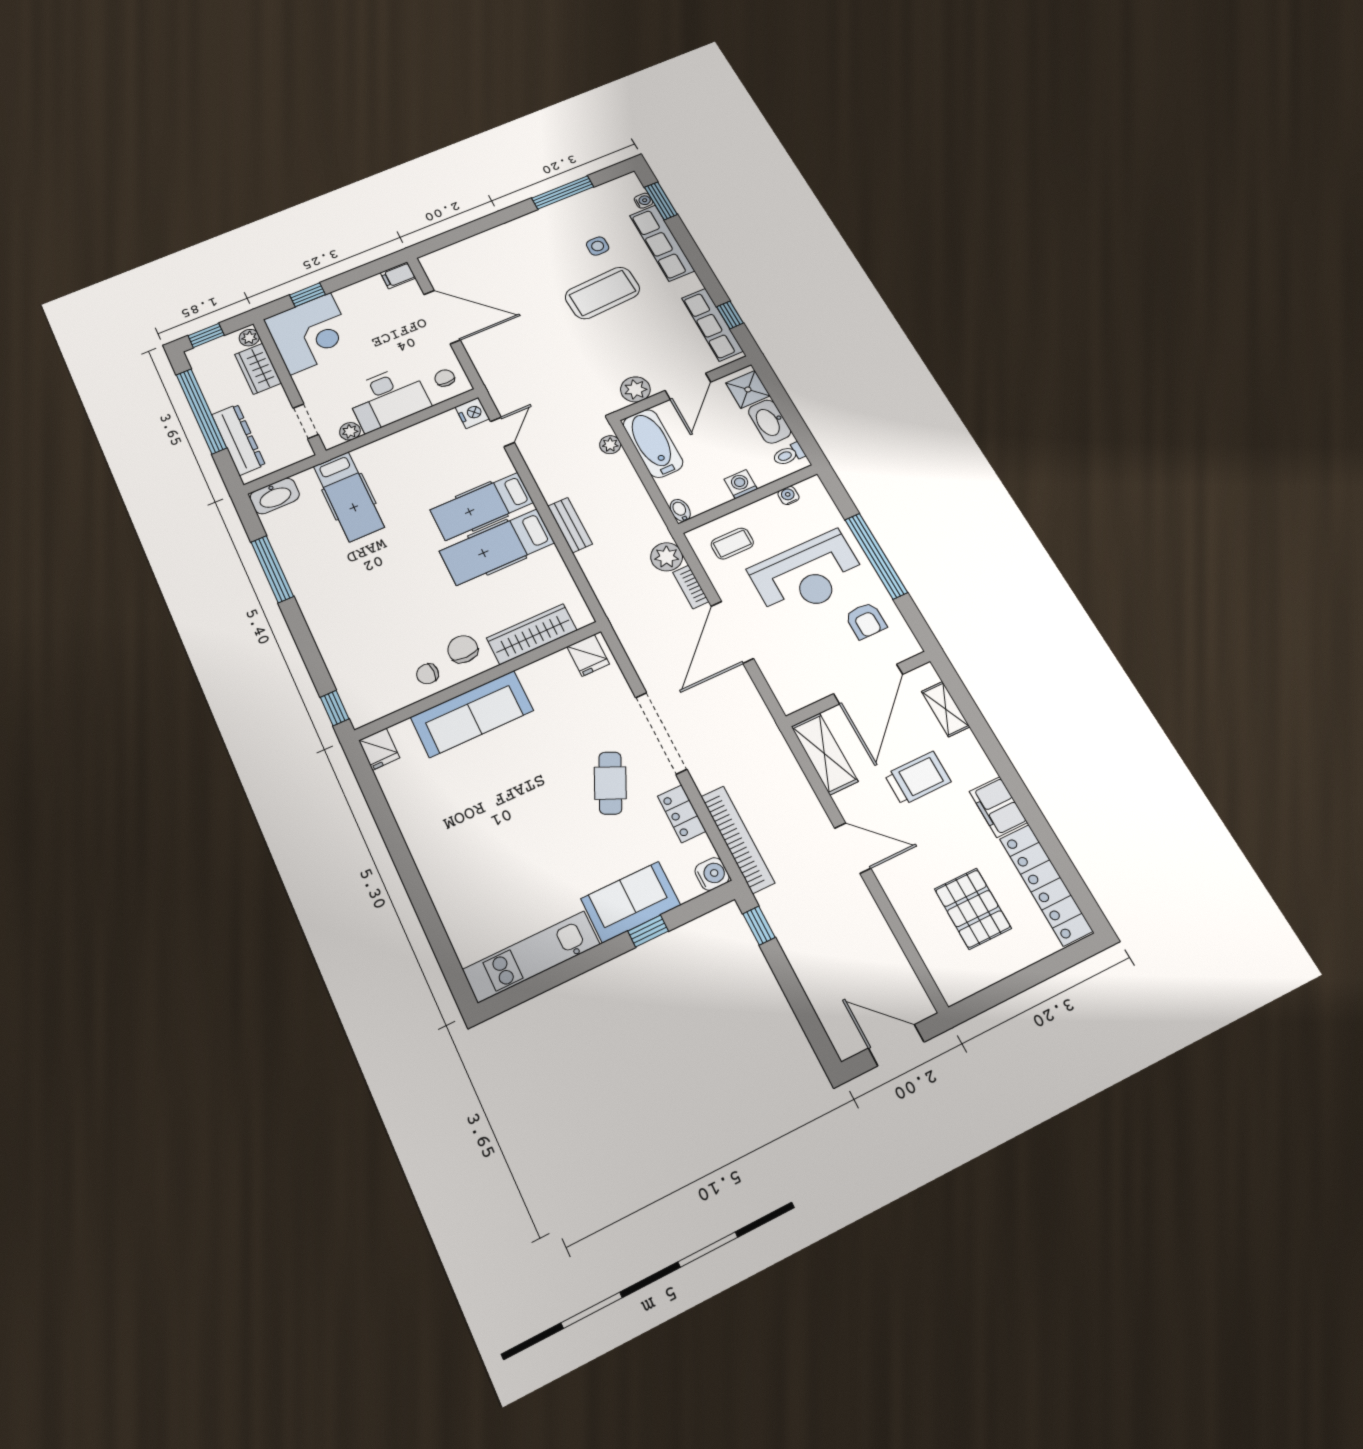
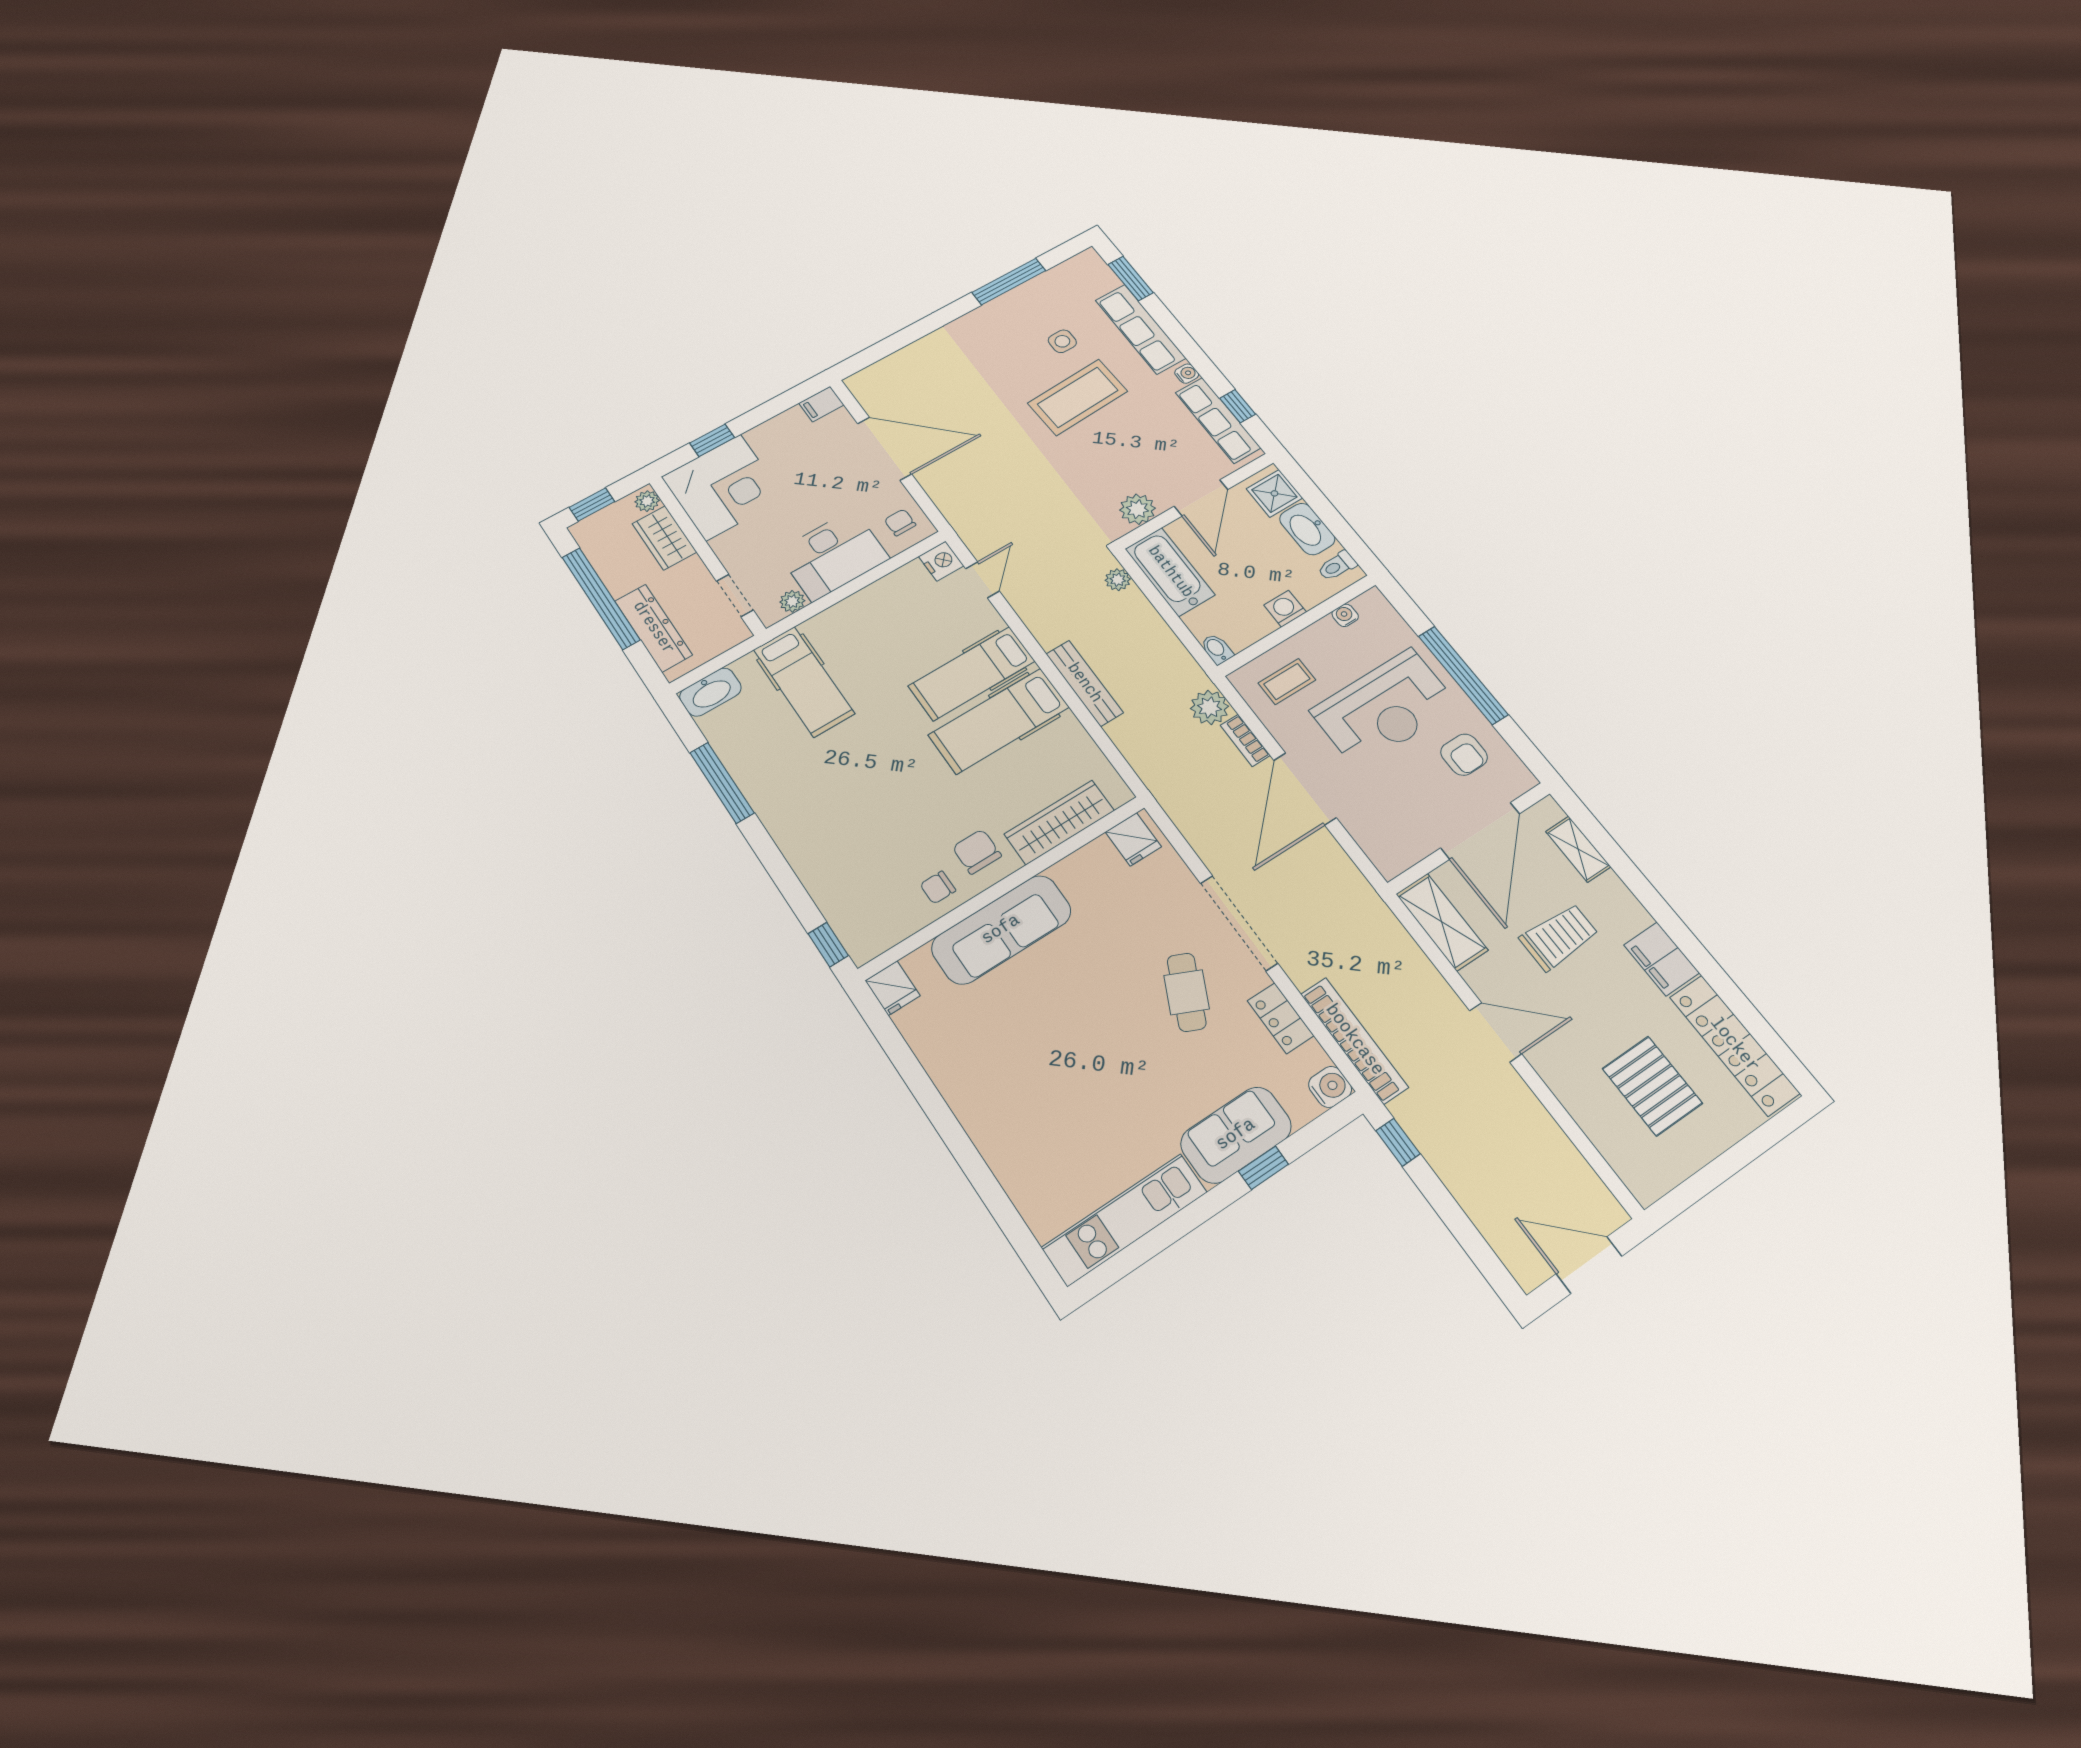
water cooler: (643, 201) -> (1187, 374), moved
bench: (570, 525) -> (1084, 683), width x1.36

